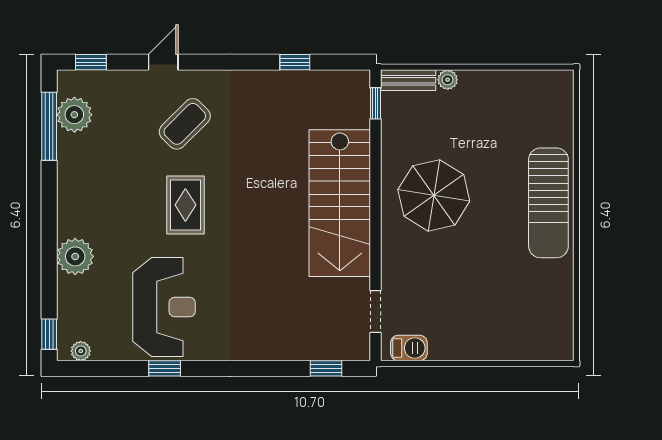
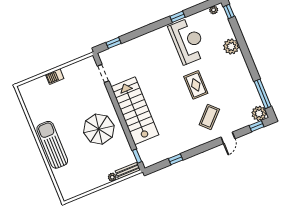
plant: (74, 115) -> (259, 113), moved
reception desk: (164, 307) -> (188, 41), turned 180
barbecue: (409, 348) -> (55, 77), moved

